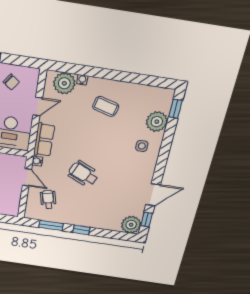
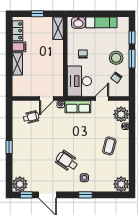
door: (38, 106) -> (102, 99), swing flipped
window: (176, 109) -> (86, 195), moved
plant: (157, 122) -> (121, 184), moved
wheelchair: (83, 174) -> (67, 161), moved, turned -80
window: (51, 225) -> (9, 123), removed

